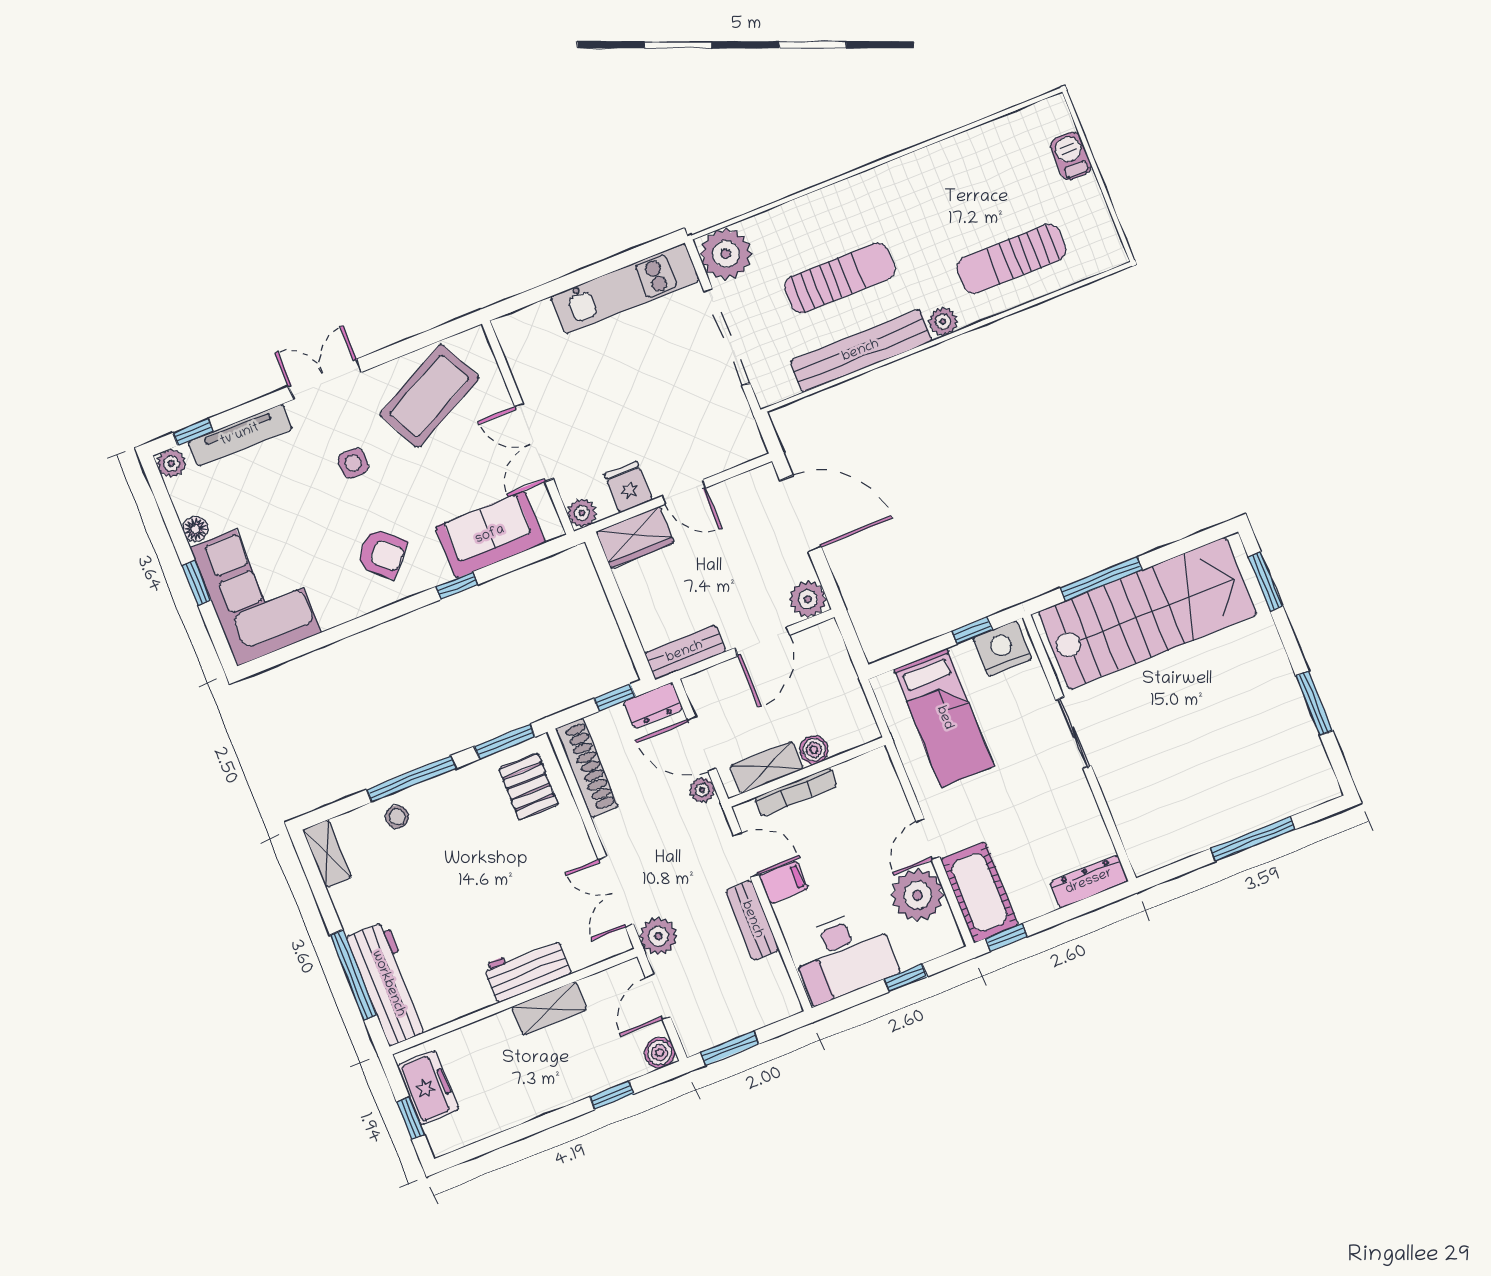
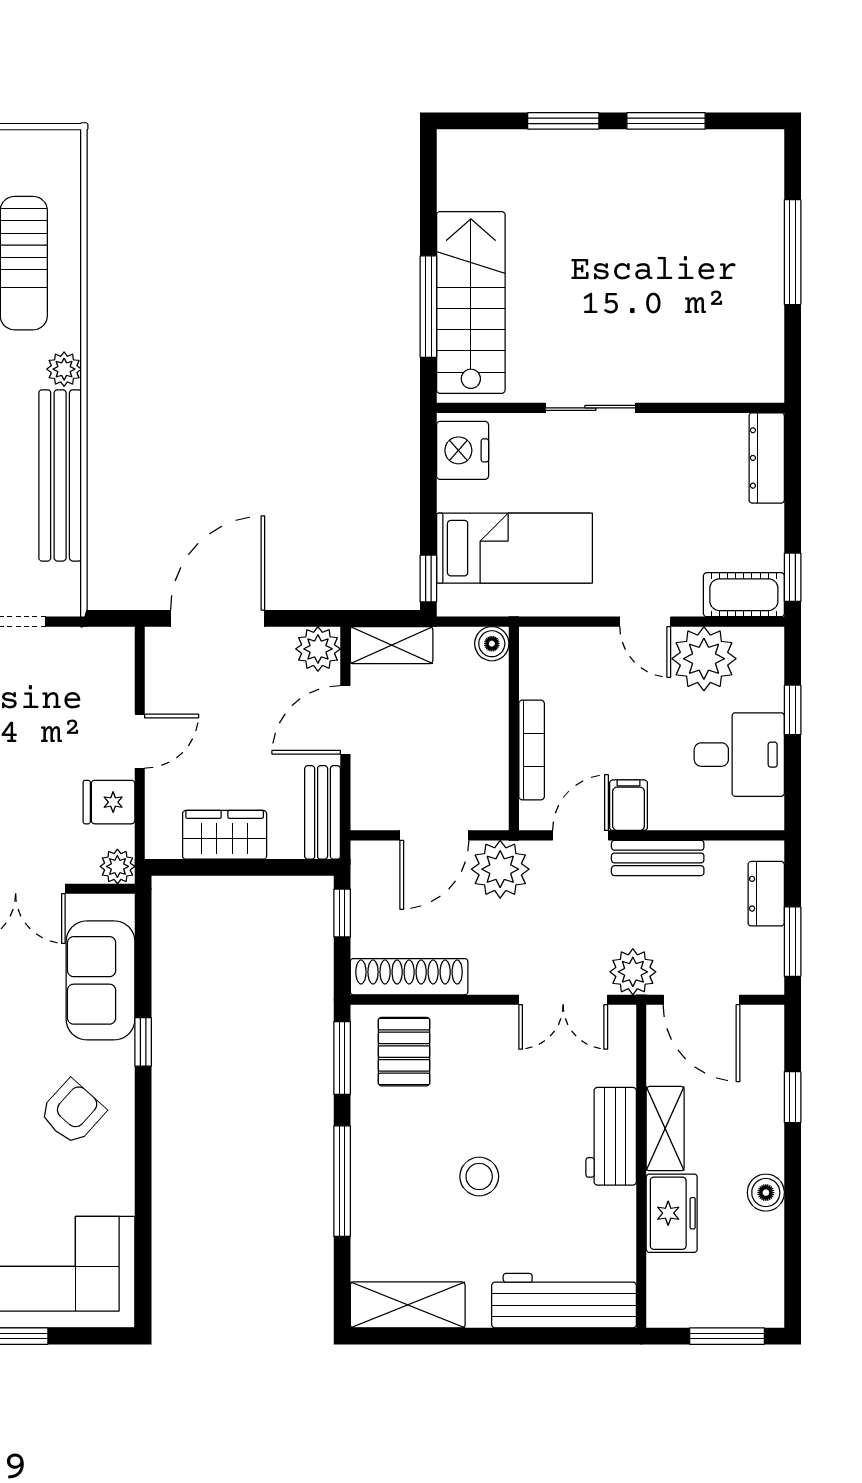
wardrobe: (635, 537) -> (225, 835), moved, turned -90
window: (1266, 582) -> (563, 121), moved
stairs: (1147, 613) -> (471, 302), width x0.73, depth x0.66
window: (972, 631) -> (428, 578), moved
door: (762, 641) -> (345, 720), swing flipped
dresser: (653, 705) -> (766, 894), moved, turned 180
boiler: (814, 750) -> (492, 644), moved
shelving: (767, 767) -> (392, 645), moved, turned 90
pallet: (528, 787) -> (404, 1052), turned 90
plant: (702, 790) -> (500, 869), width x1.88, depth x1.88
stool: (397, 817) -> (479, 1177), moved, width x1.37, depth x1.37
shelving: (327, 854) -> (408, 1305), width x1.50, depth x1.33
cot: (979, 892) -> (744, 595), width x0.73, depth x0.75
desk: (844, 956) -> (739, 755), width x0.73
window: (353, 975) -> (539, 1336), removed
door: (658, 997) -> (701, 1000), width x1.38
boiler: (660, 1053) -> (766, 1193), moved
freezer: (428, 1088) -> (672, 1213), moved, turned 90
window: (411, 1118) -> (727, 1336), width x1.50

